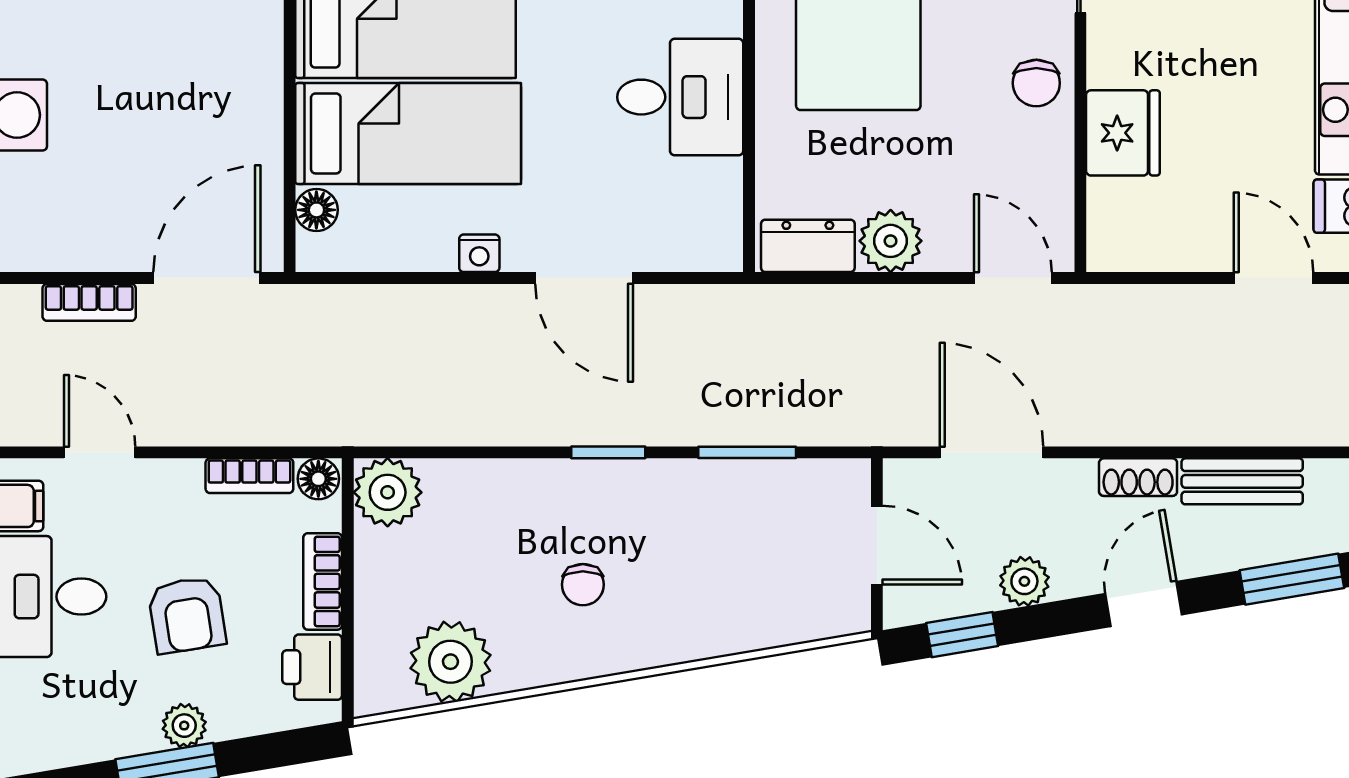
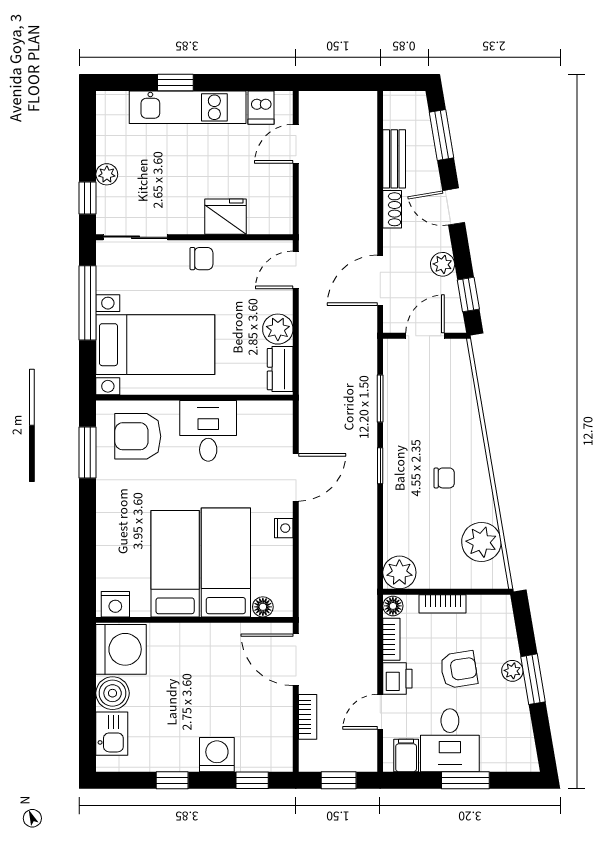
printer: (312, 667) -> (397, 679), moved, turned -90

